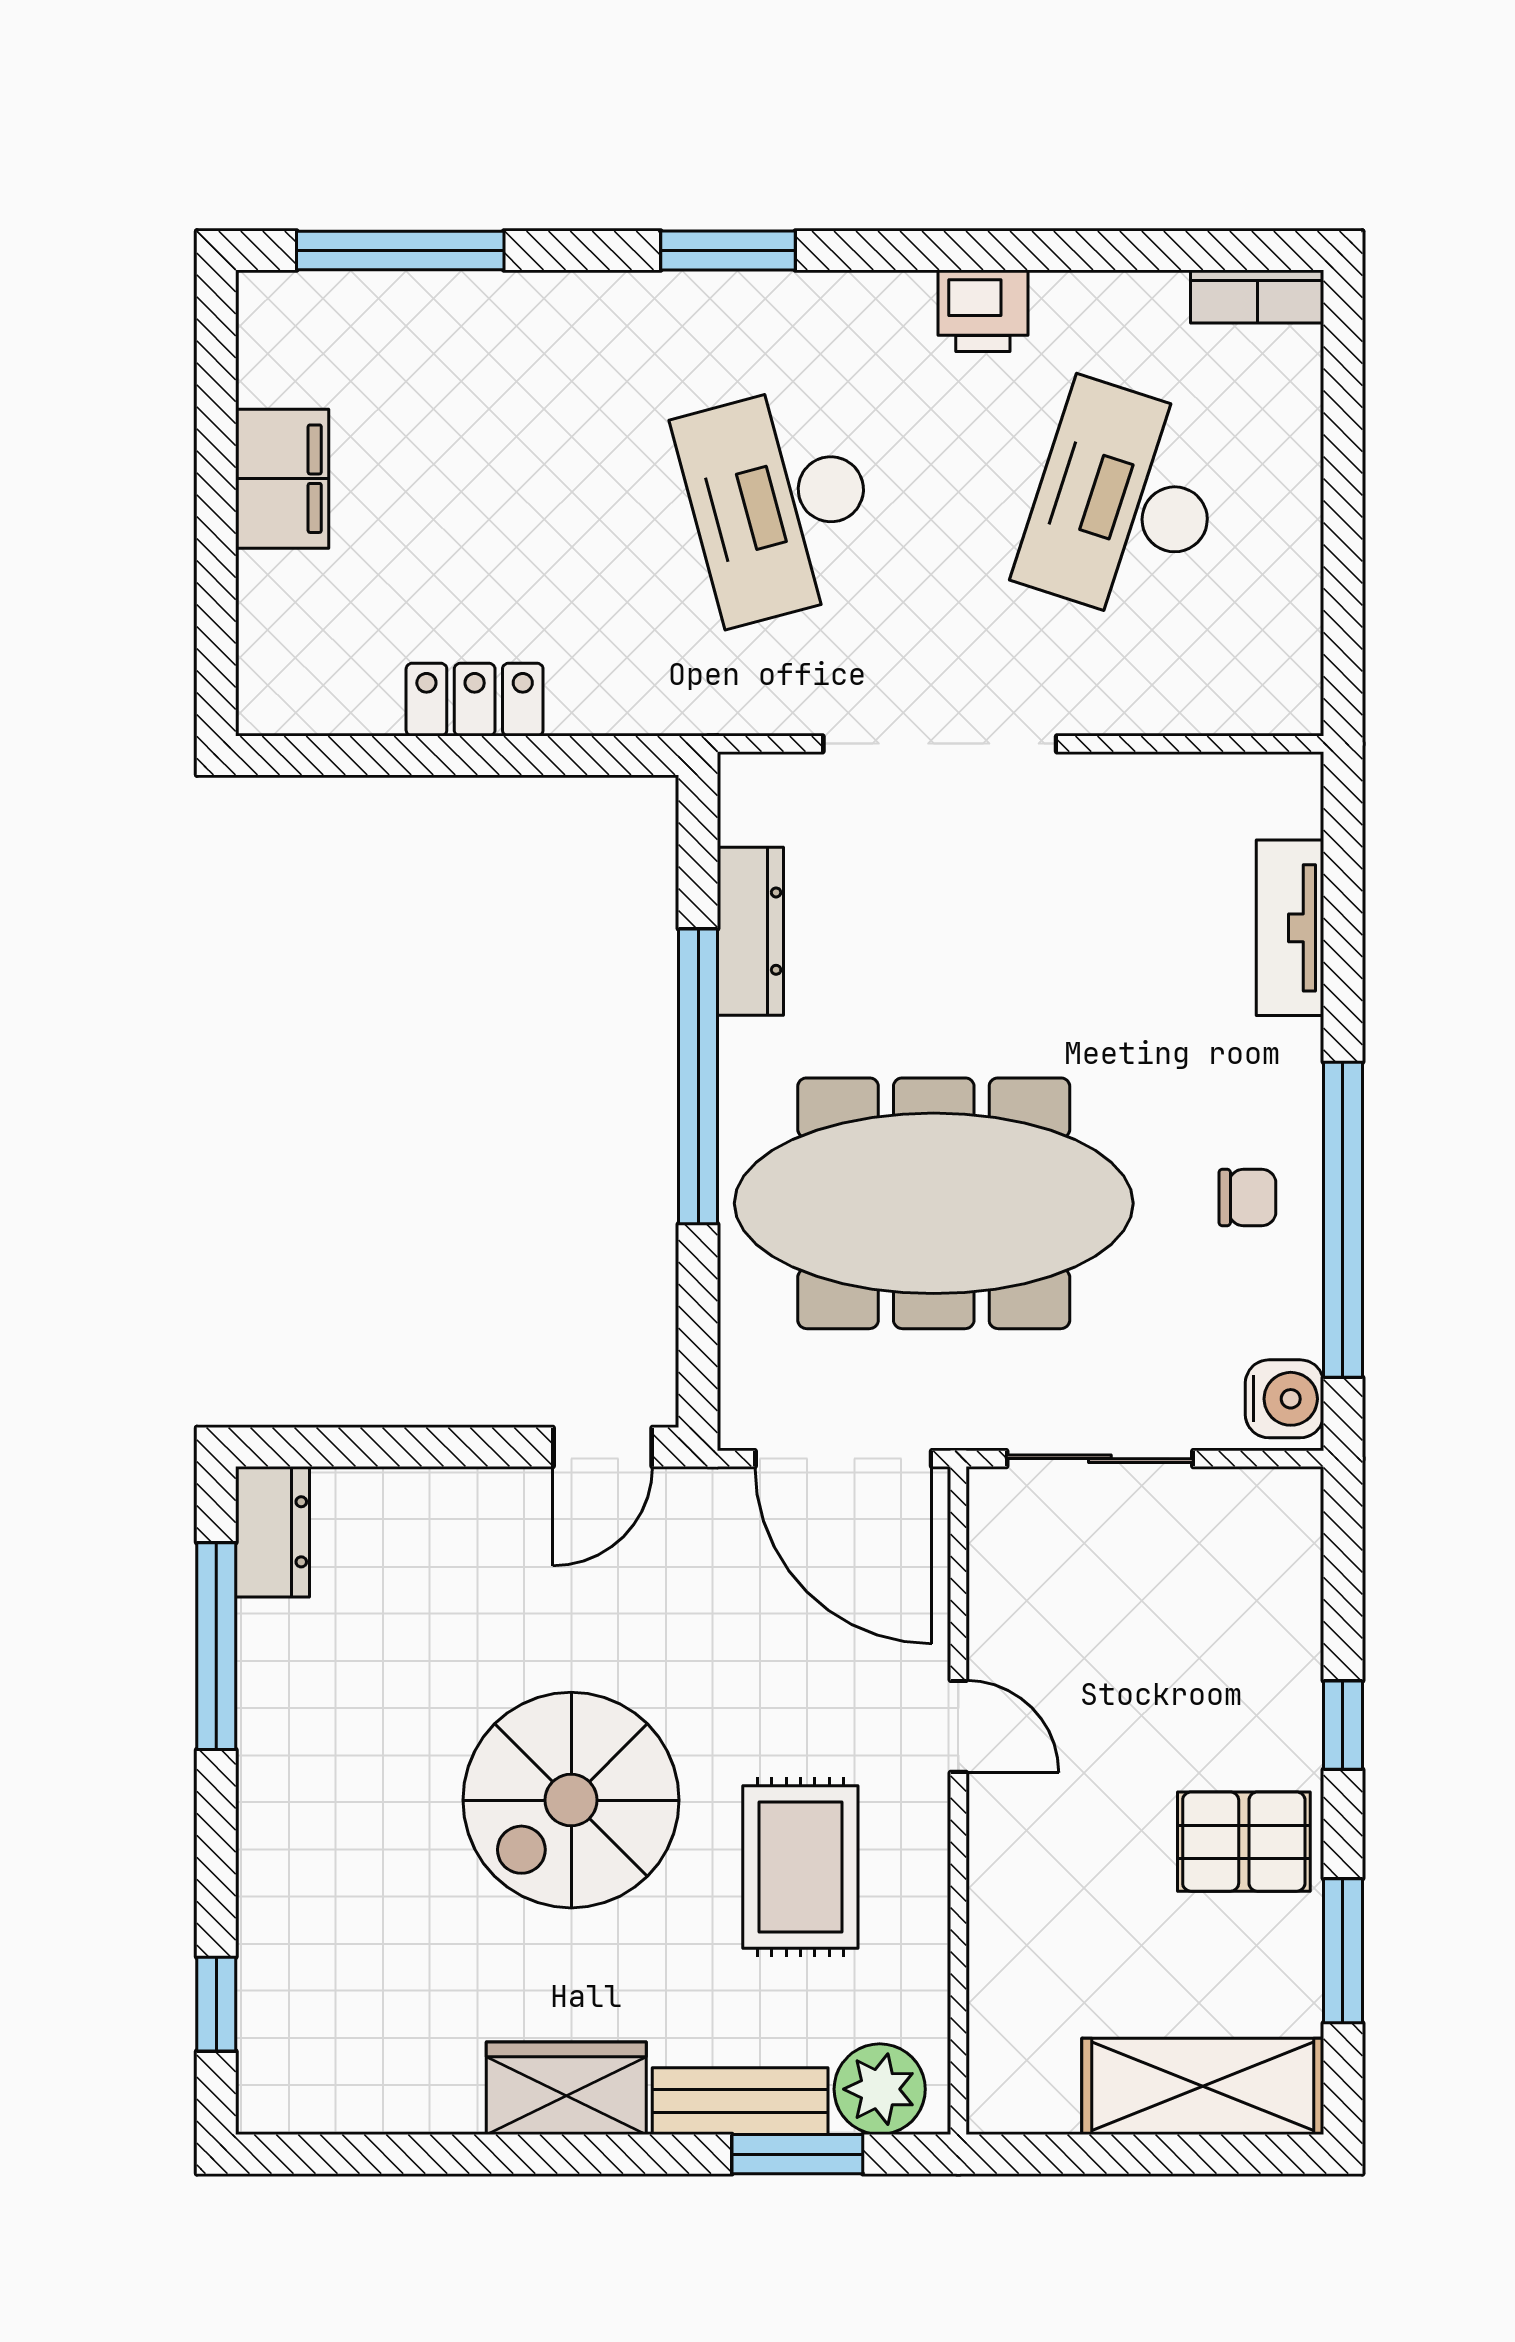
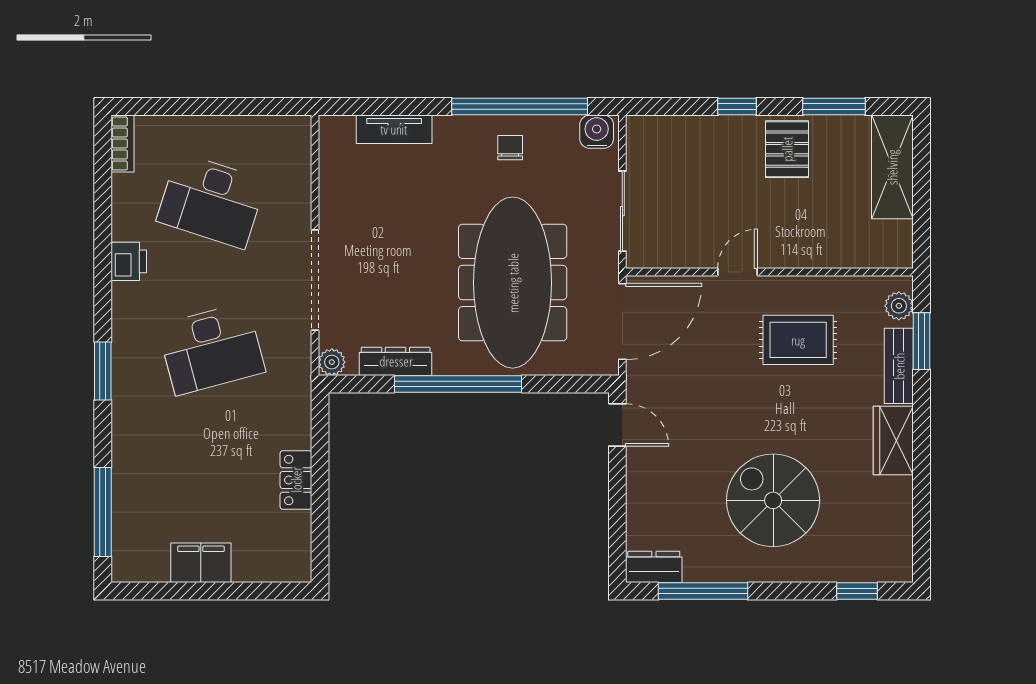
plant: (749, 783) -> (332, 362), added
spiral stairs: (571, 1800) -> (773, 500), moved, turned 180
plant: (880, 2089) -> (899, 306), width x0.73, depth x0.73

